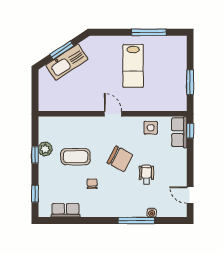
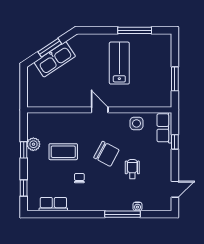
lab bench: (133, 66) -> (119, 63), turned 180
window: (190, 131) -> (175, 142), moved
door: (190, 195) -> (175, 189), swing flipped

